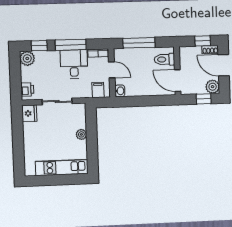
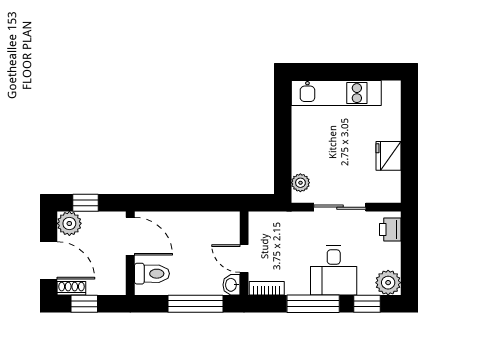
desk: (74, 64) -> (334, 270), moved
filing cabinet: (98, 90) -> (269, 225), removed
washbasin: (120, 91) -> (231, 285), moved
fridge: (29, 113) -> (388, 156), moved
plant: (81, 134) -> (300, 183), moved

